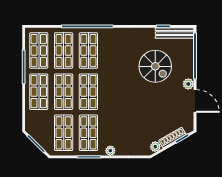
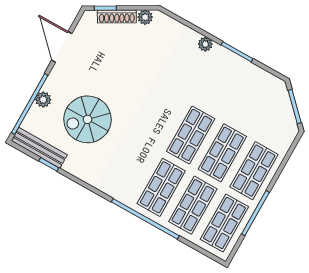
spiral stairs: (155, 66) -> (88, 119), turned -90
plant: (188, 84) -> (43, 100), moved
shop shelf: (64, 133) -> (252, 100), removed
shop shelf: (88, 133) -> (220, 83), removed

